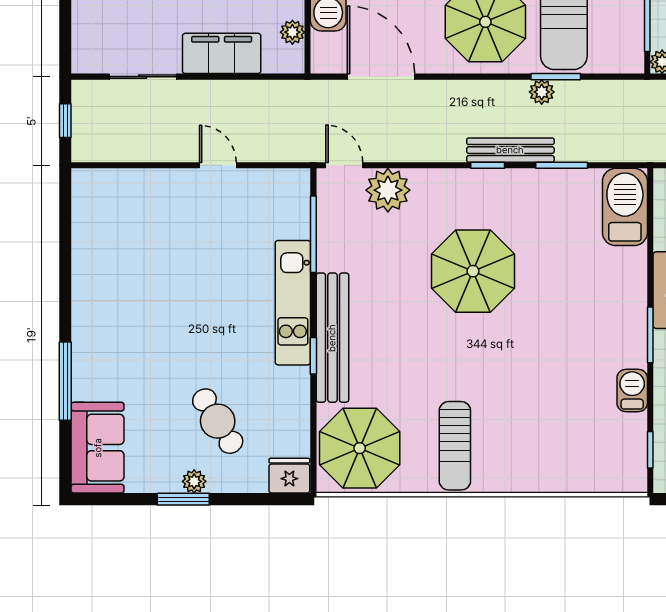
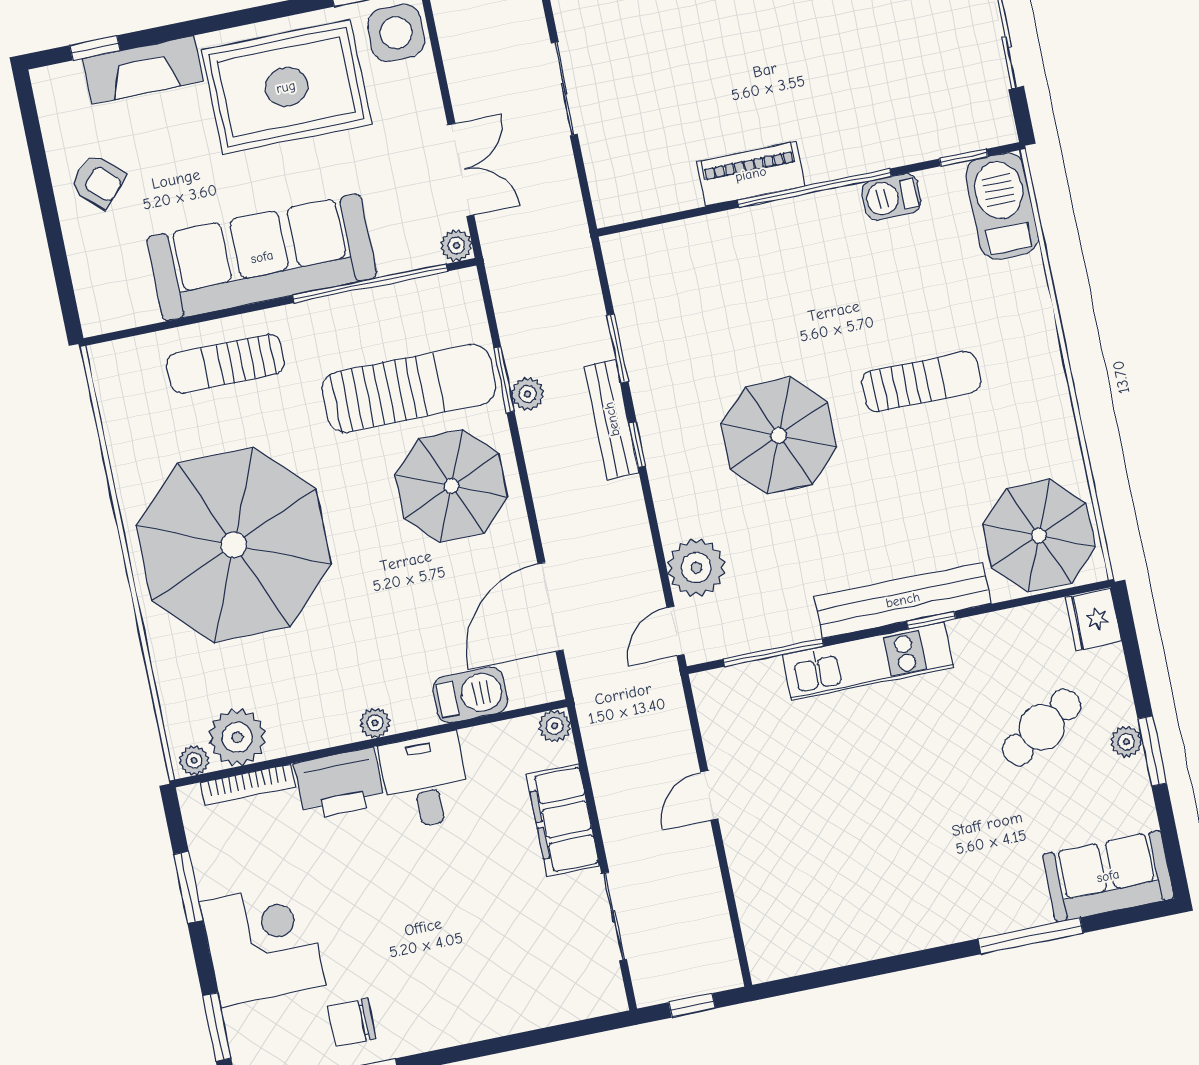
plant: (292, 32) -> (555, 726), moved
barbecue: (625, 207) -> (1002, 206), moved, turned 90
window: (650, 335) -> (814, 188), width x2.11
sun lounger: (455, 446) -> (921, 382), moved

